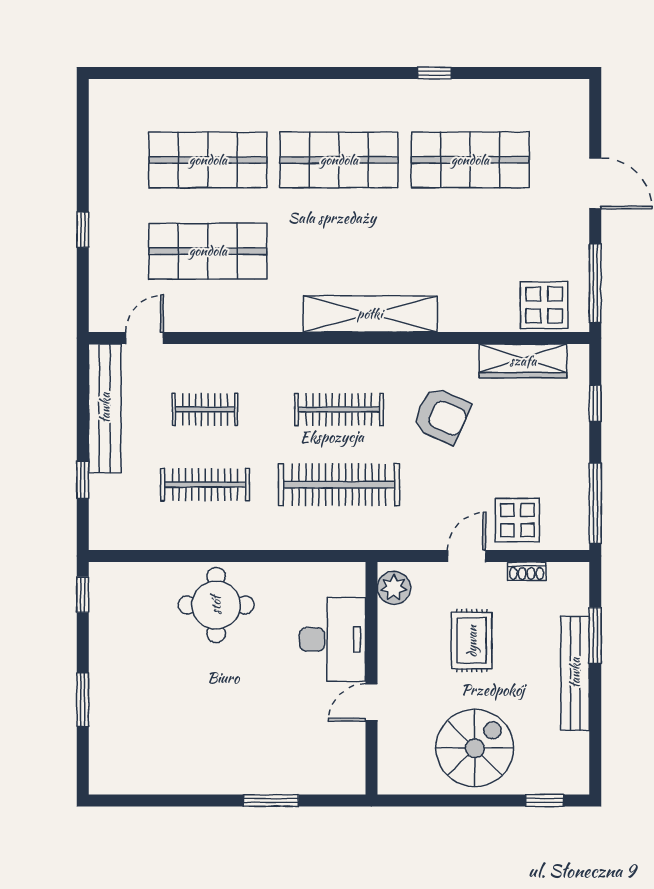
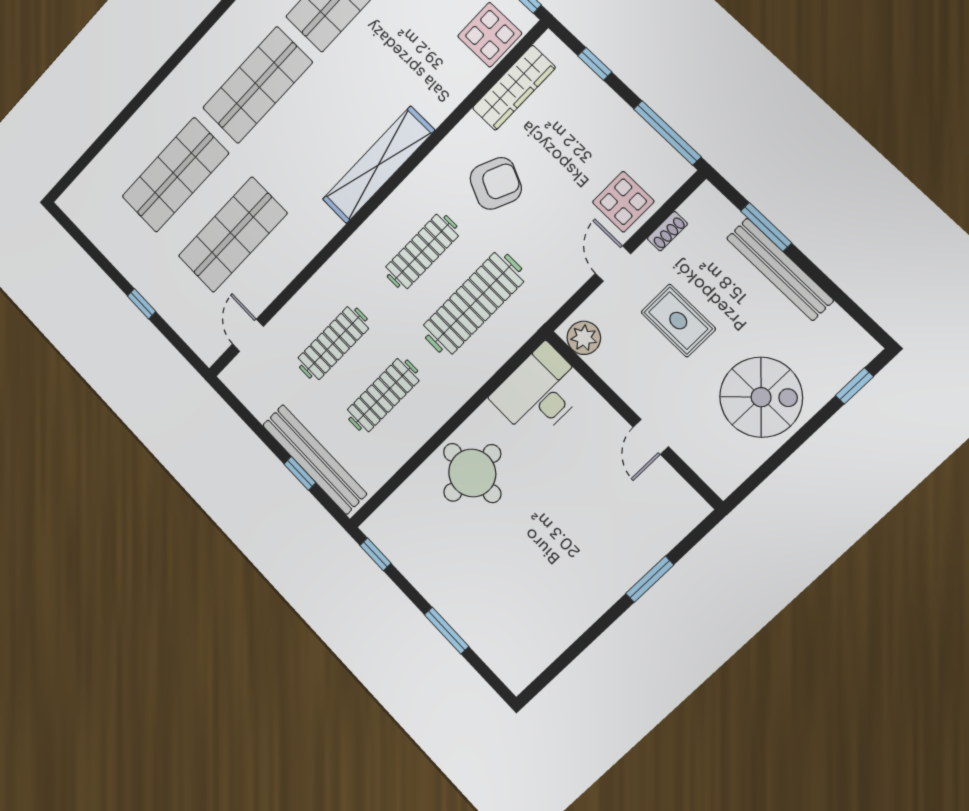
bench: (105, 408) -> (314, 459), moved
clothes rail: (205, 409) -> (333, 343), width x1.36
desk: (332, 639) -> (539, 392), moved, turned -90
spiral stairs: (475, 748) -> (761, 397), turned 90

